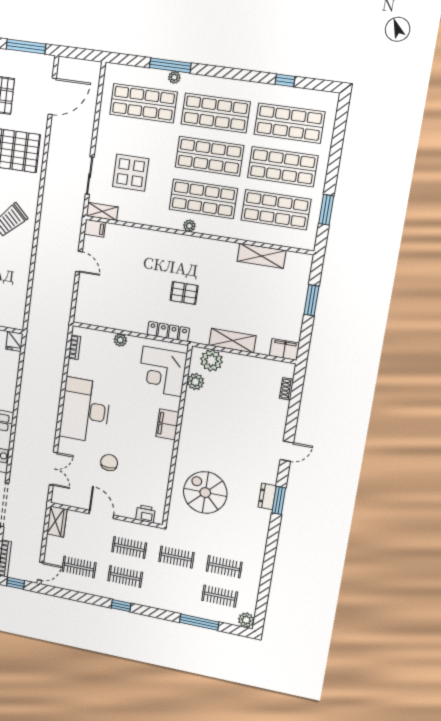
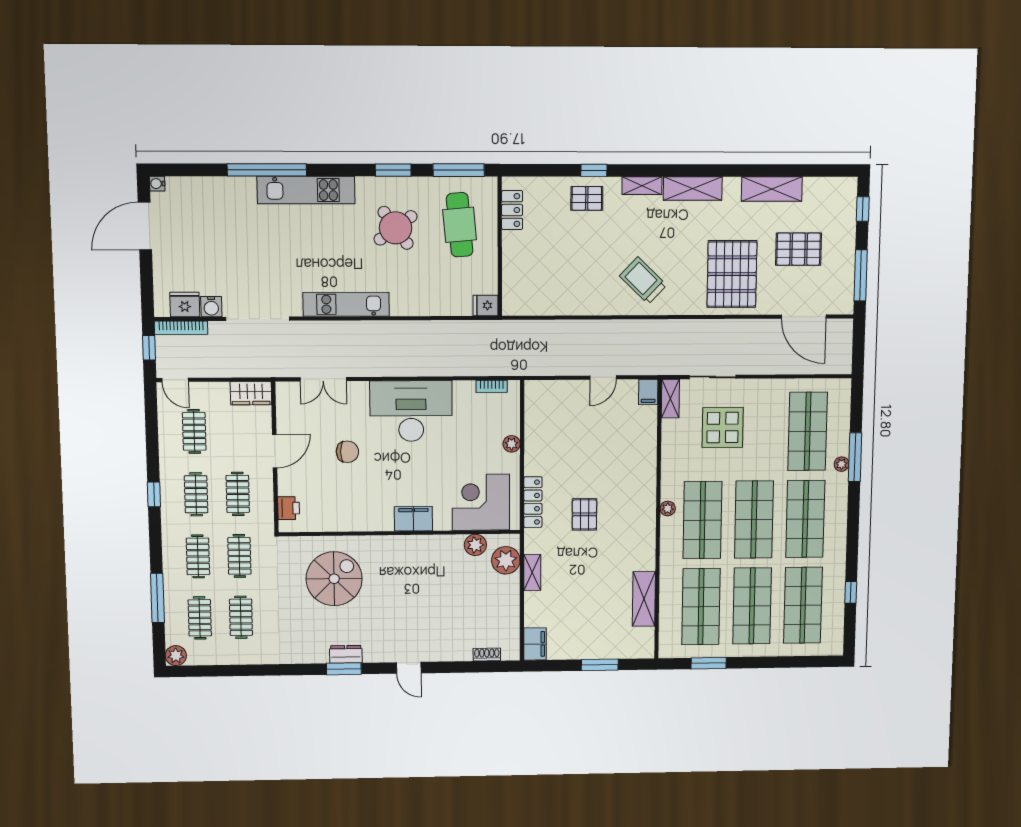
shelving: (232, 341) -> (532, 572), width x0.67, depth x0.75
clothes rail: (172, 586) -> (198, 556), added

